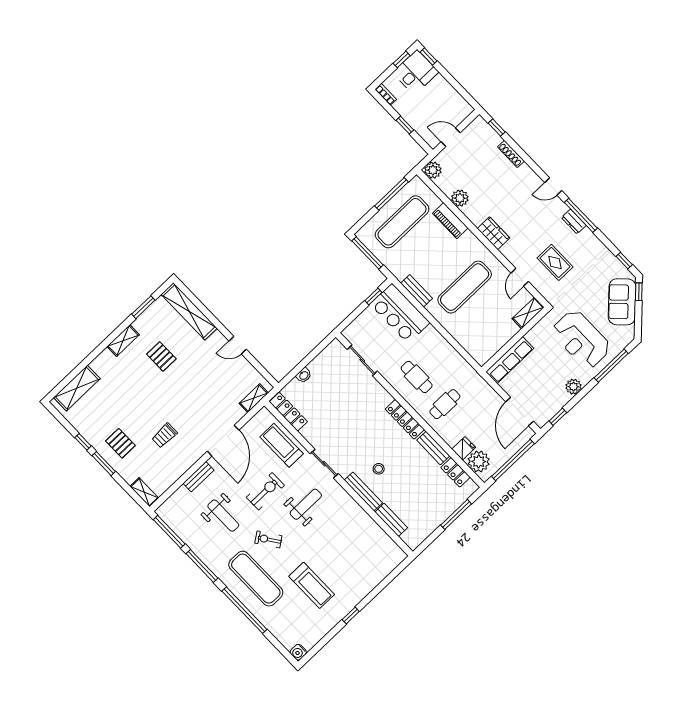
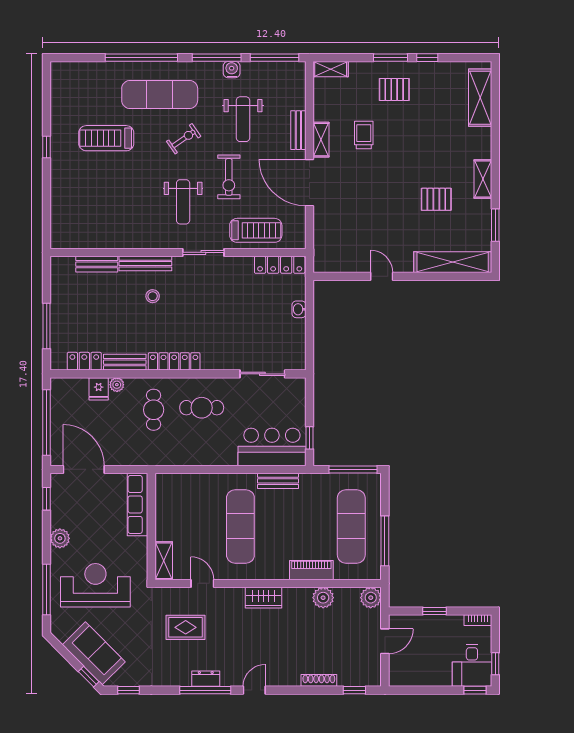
door: (238, 345) -> (382, 276), hinge flipped
shelving: (254, 398) -> (321, 140), moved
plant: (479, 461) -> (117, 385), moved, width x0.53, depth x0.53
weight bench: (223, 516) -> (243, 119), turned -90
water cooler: (298, 652) -> (232, 70), moved

